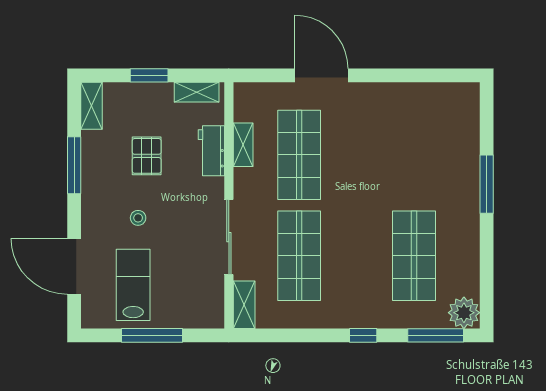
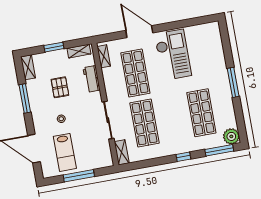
checkout: (379, 133) -> (173, 55), added
shelving: (243, 145) -> (104, 56), moved
window: (487, 184) -> (233, 82), moved
lab bench: (133, 285) -> (65, 152), turned 180

